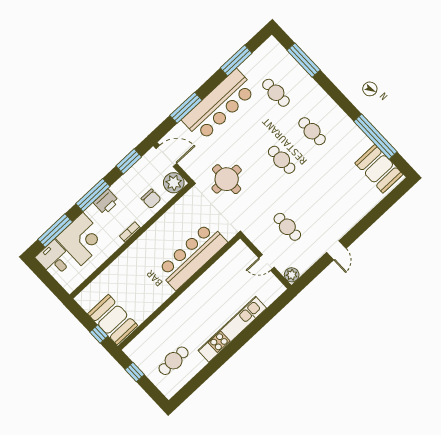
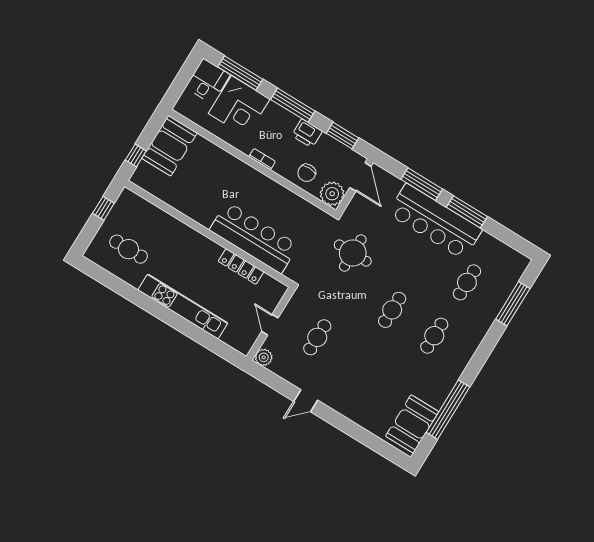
window: (236, 61) -> (467, 212), moved
printer: (106, 202) -> (307, 133), moved
locker: (213, 273) -> (241, 267), added
booth: (113, 320) -> (169, 146), moved

